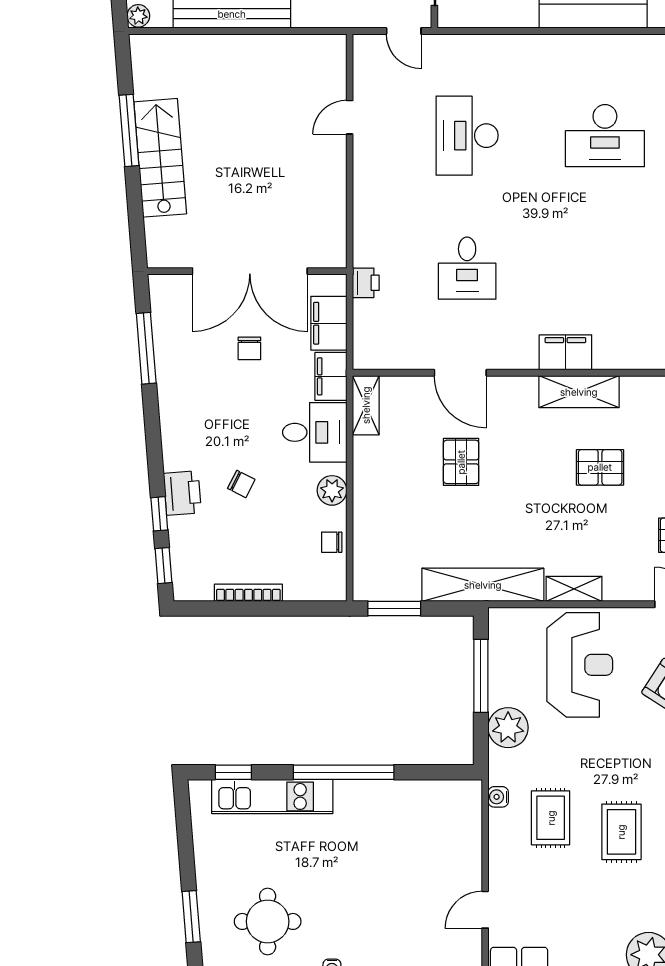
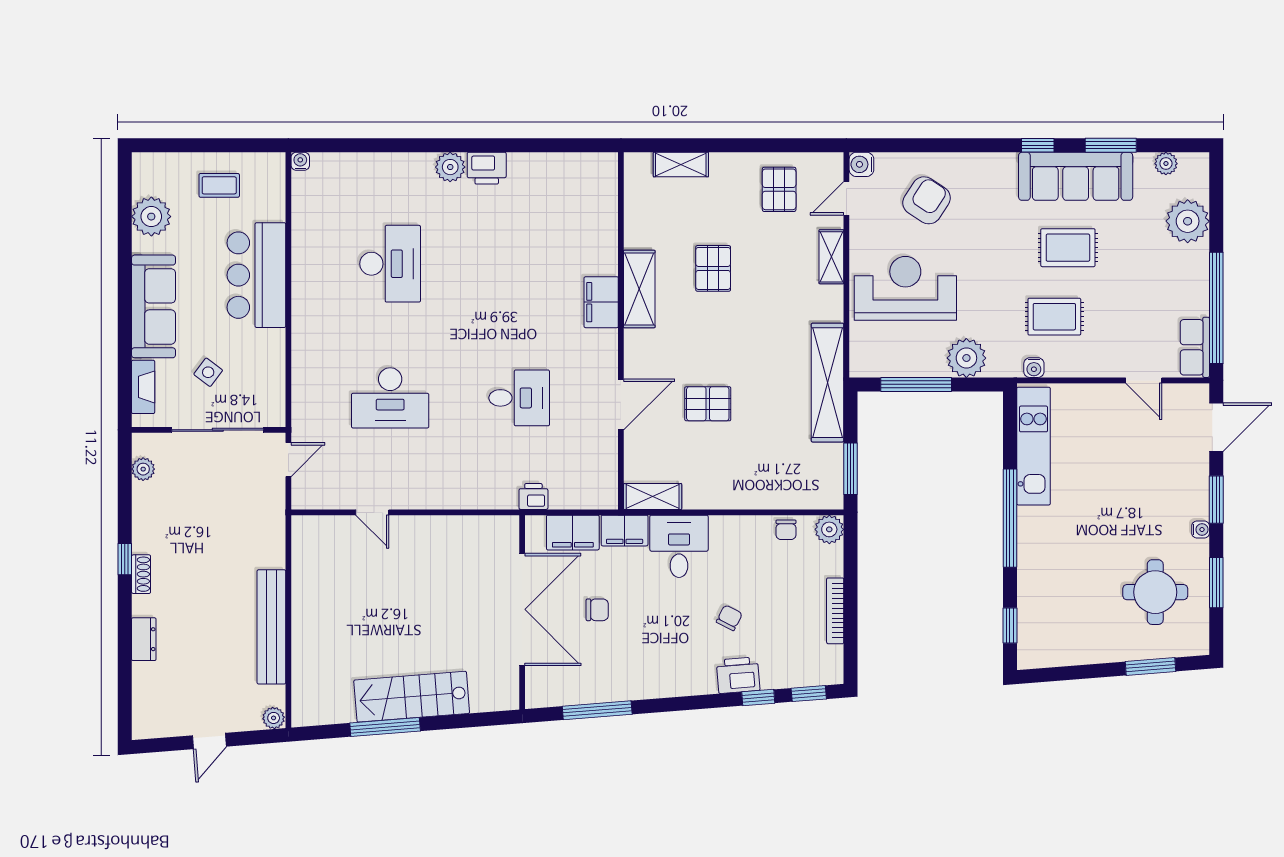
plant: (332, 490) -> (829, 529), moved
shelving: (574, 589) -> (831, 257), moved
kitchen unit: (272, 796) -> (1033, 446), moved

